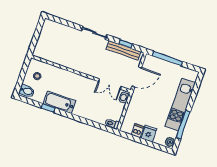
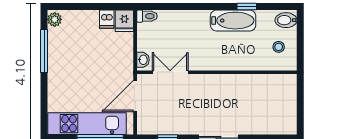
bench: (123, 50) -> (168, 127), removed
kitchen unit: (180, 104) -> (87, 124), moved, turned -90
fridge: (149, 134) -> (124, 21), moved

